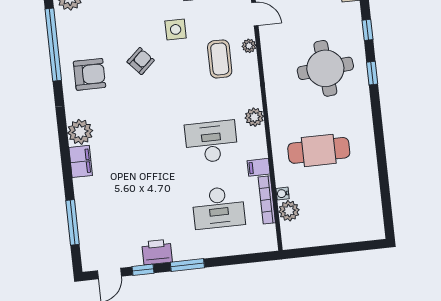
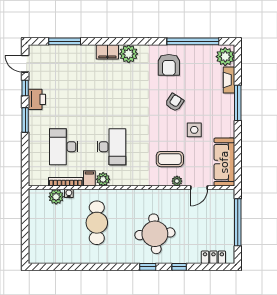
armchair: (141, 61) -> (174, 102), turned -105
plant: (254, 117) -> (103, 179), moved

